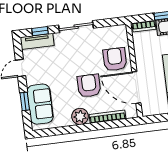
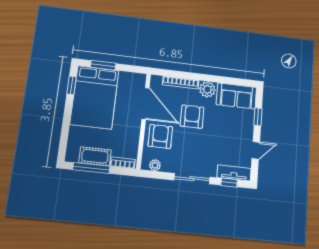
plant: (114, 31) -> (155, 165), added
armchair: (115, 59) -> (160, 136), turned 180
armchair: (89, 86) -> (192, 117), turned 180
sofa: (40, 104) -> (236, 96), moved, turned -90

